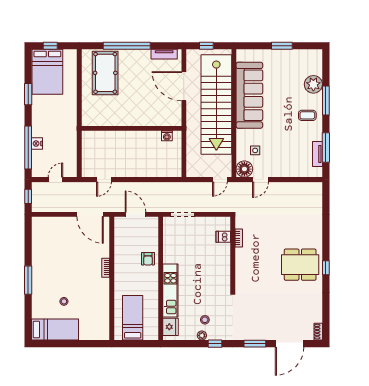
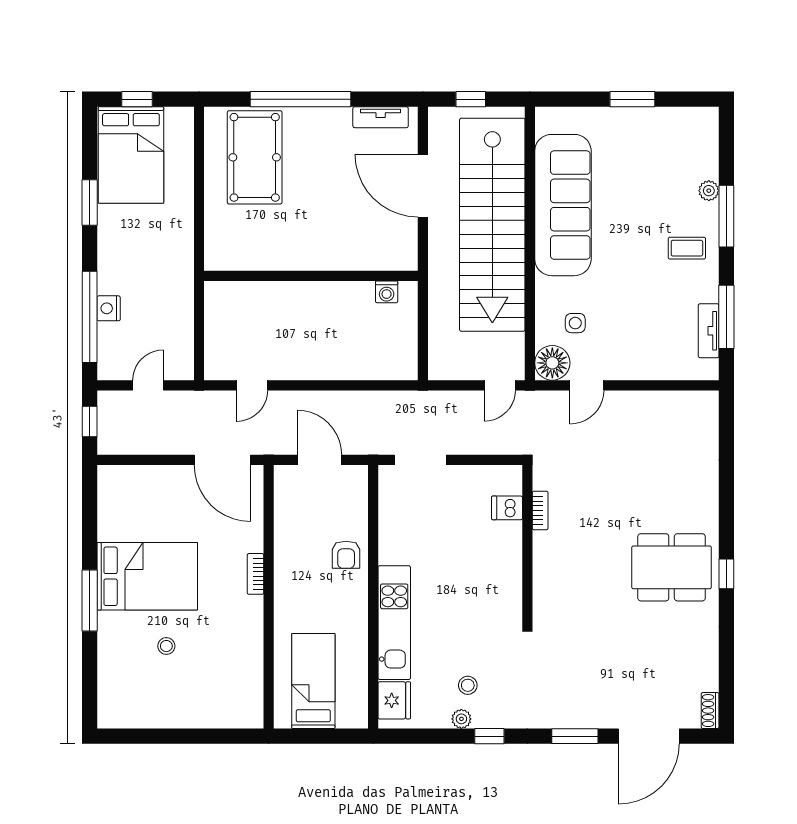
plant: (313, 84) -> (709, 191), width x0.53, depth x0.53
bed: (55, 329) -> (147, 576), moved, width x1.50

